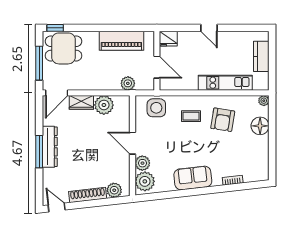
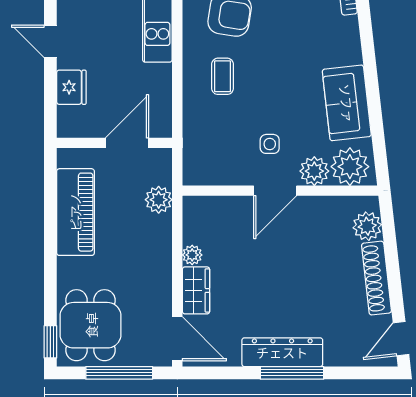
door: (209, 28) -> (50, 41), swing flipped
fridge: (168, 39) -> (71, 87), moved
plant: (104, 105) -> (192, 255), width x0.53, depth x0.53
side table: (156, 108) -> (270, 144), moved, width x0.54, depth x0.54
sofa: (193, 178) -> (347, 103), moved

